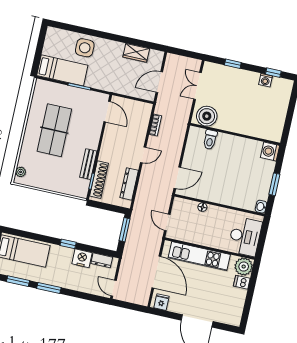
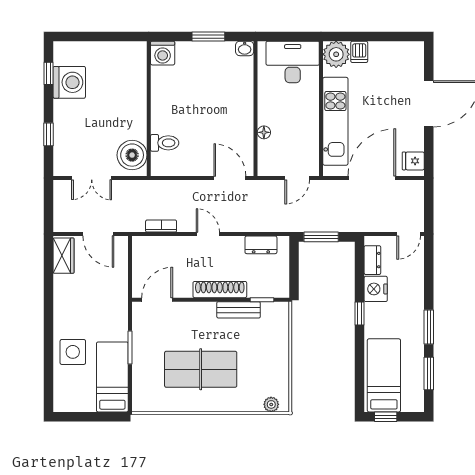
wardrobe: (136, 53) -> (64, 256), moved
washing machine: (265, 80) -> (69, 82), width x1.89, depth x1.89
shoe rack: (99, 180) -> (220, 290), moved
dresser: (129, 184) -> (261, 245), width x0.70

